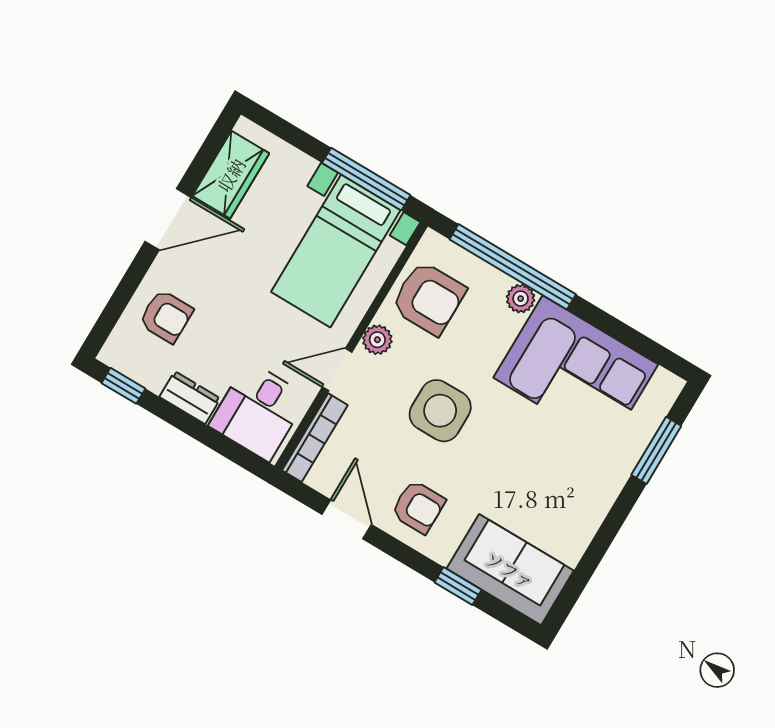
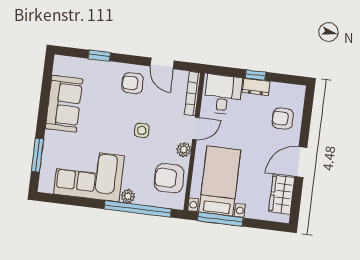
window: (123, 386) -> (255, 75), moved
side table: (440, 411) -> (142, 130), width x0.54, depth x0.54
sofa: (510, 570) -> (64, 104), moved, turned -90

